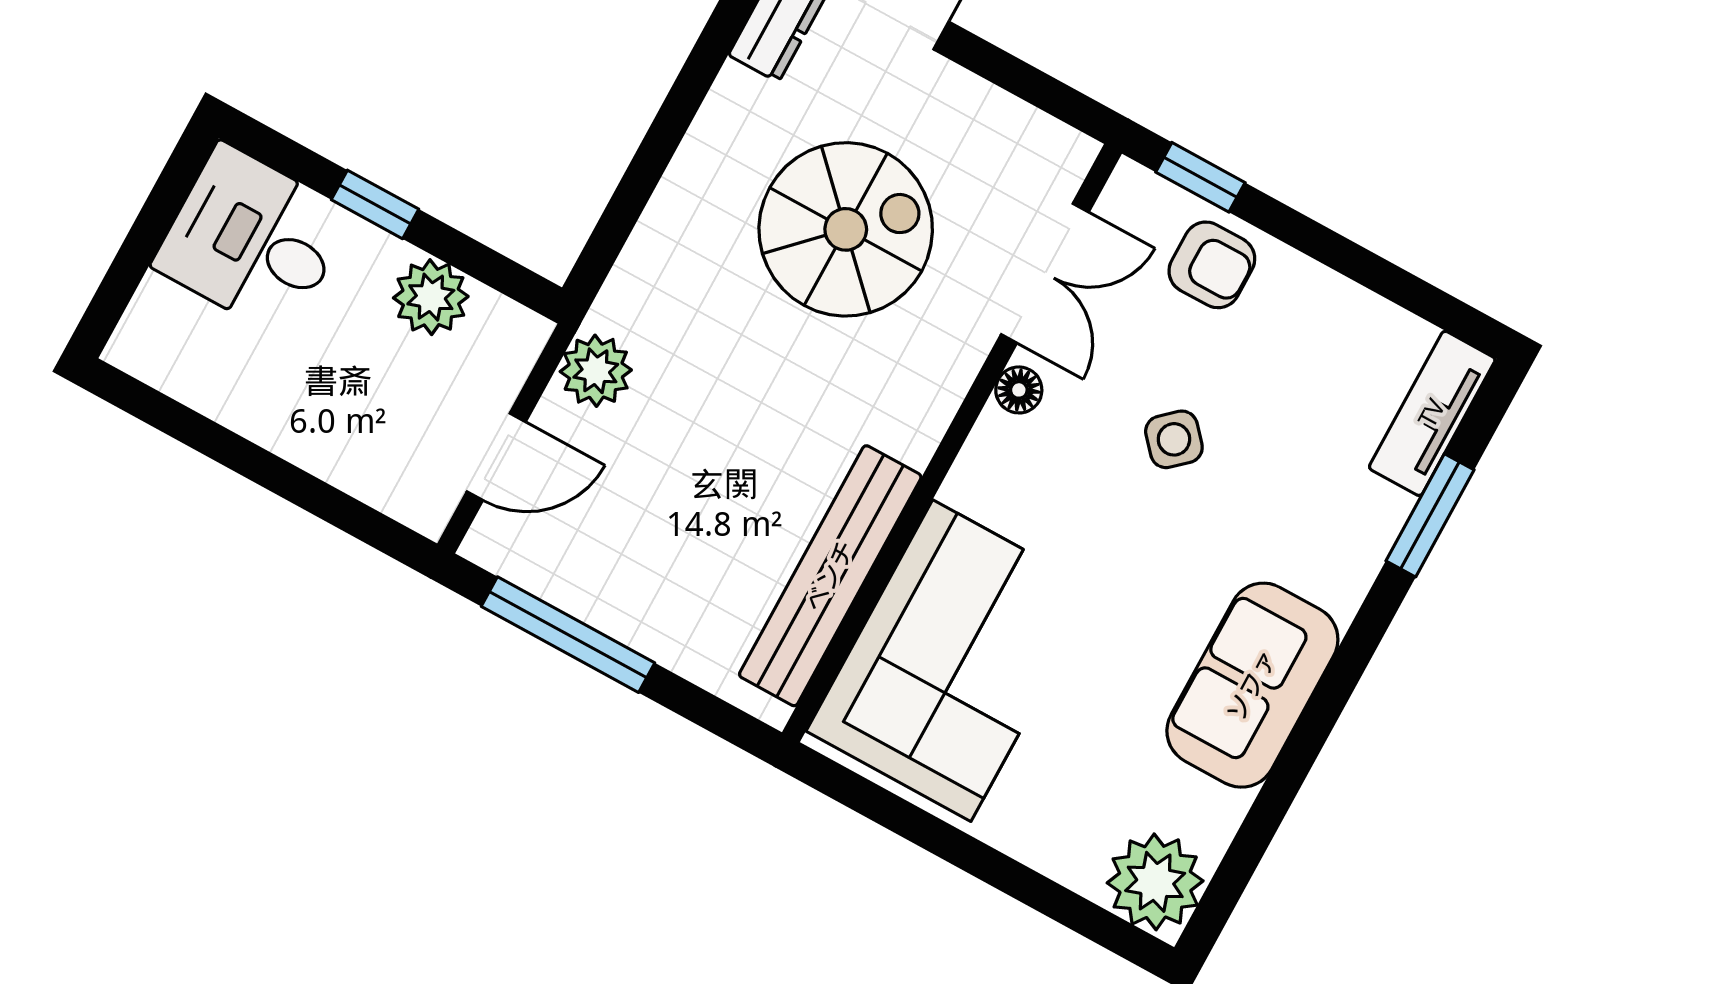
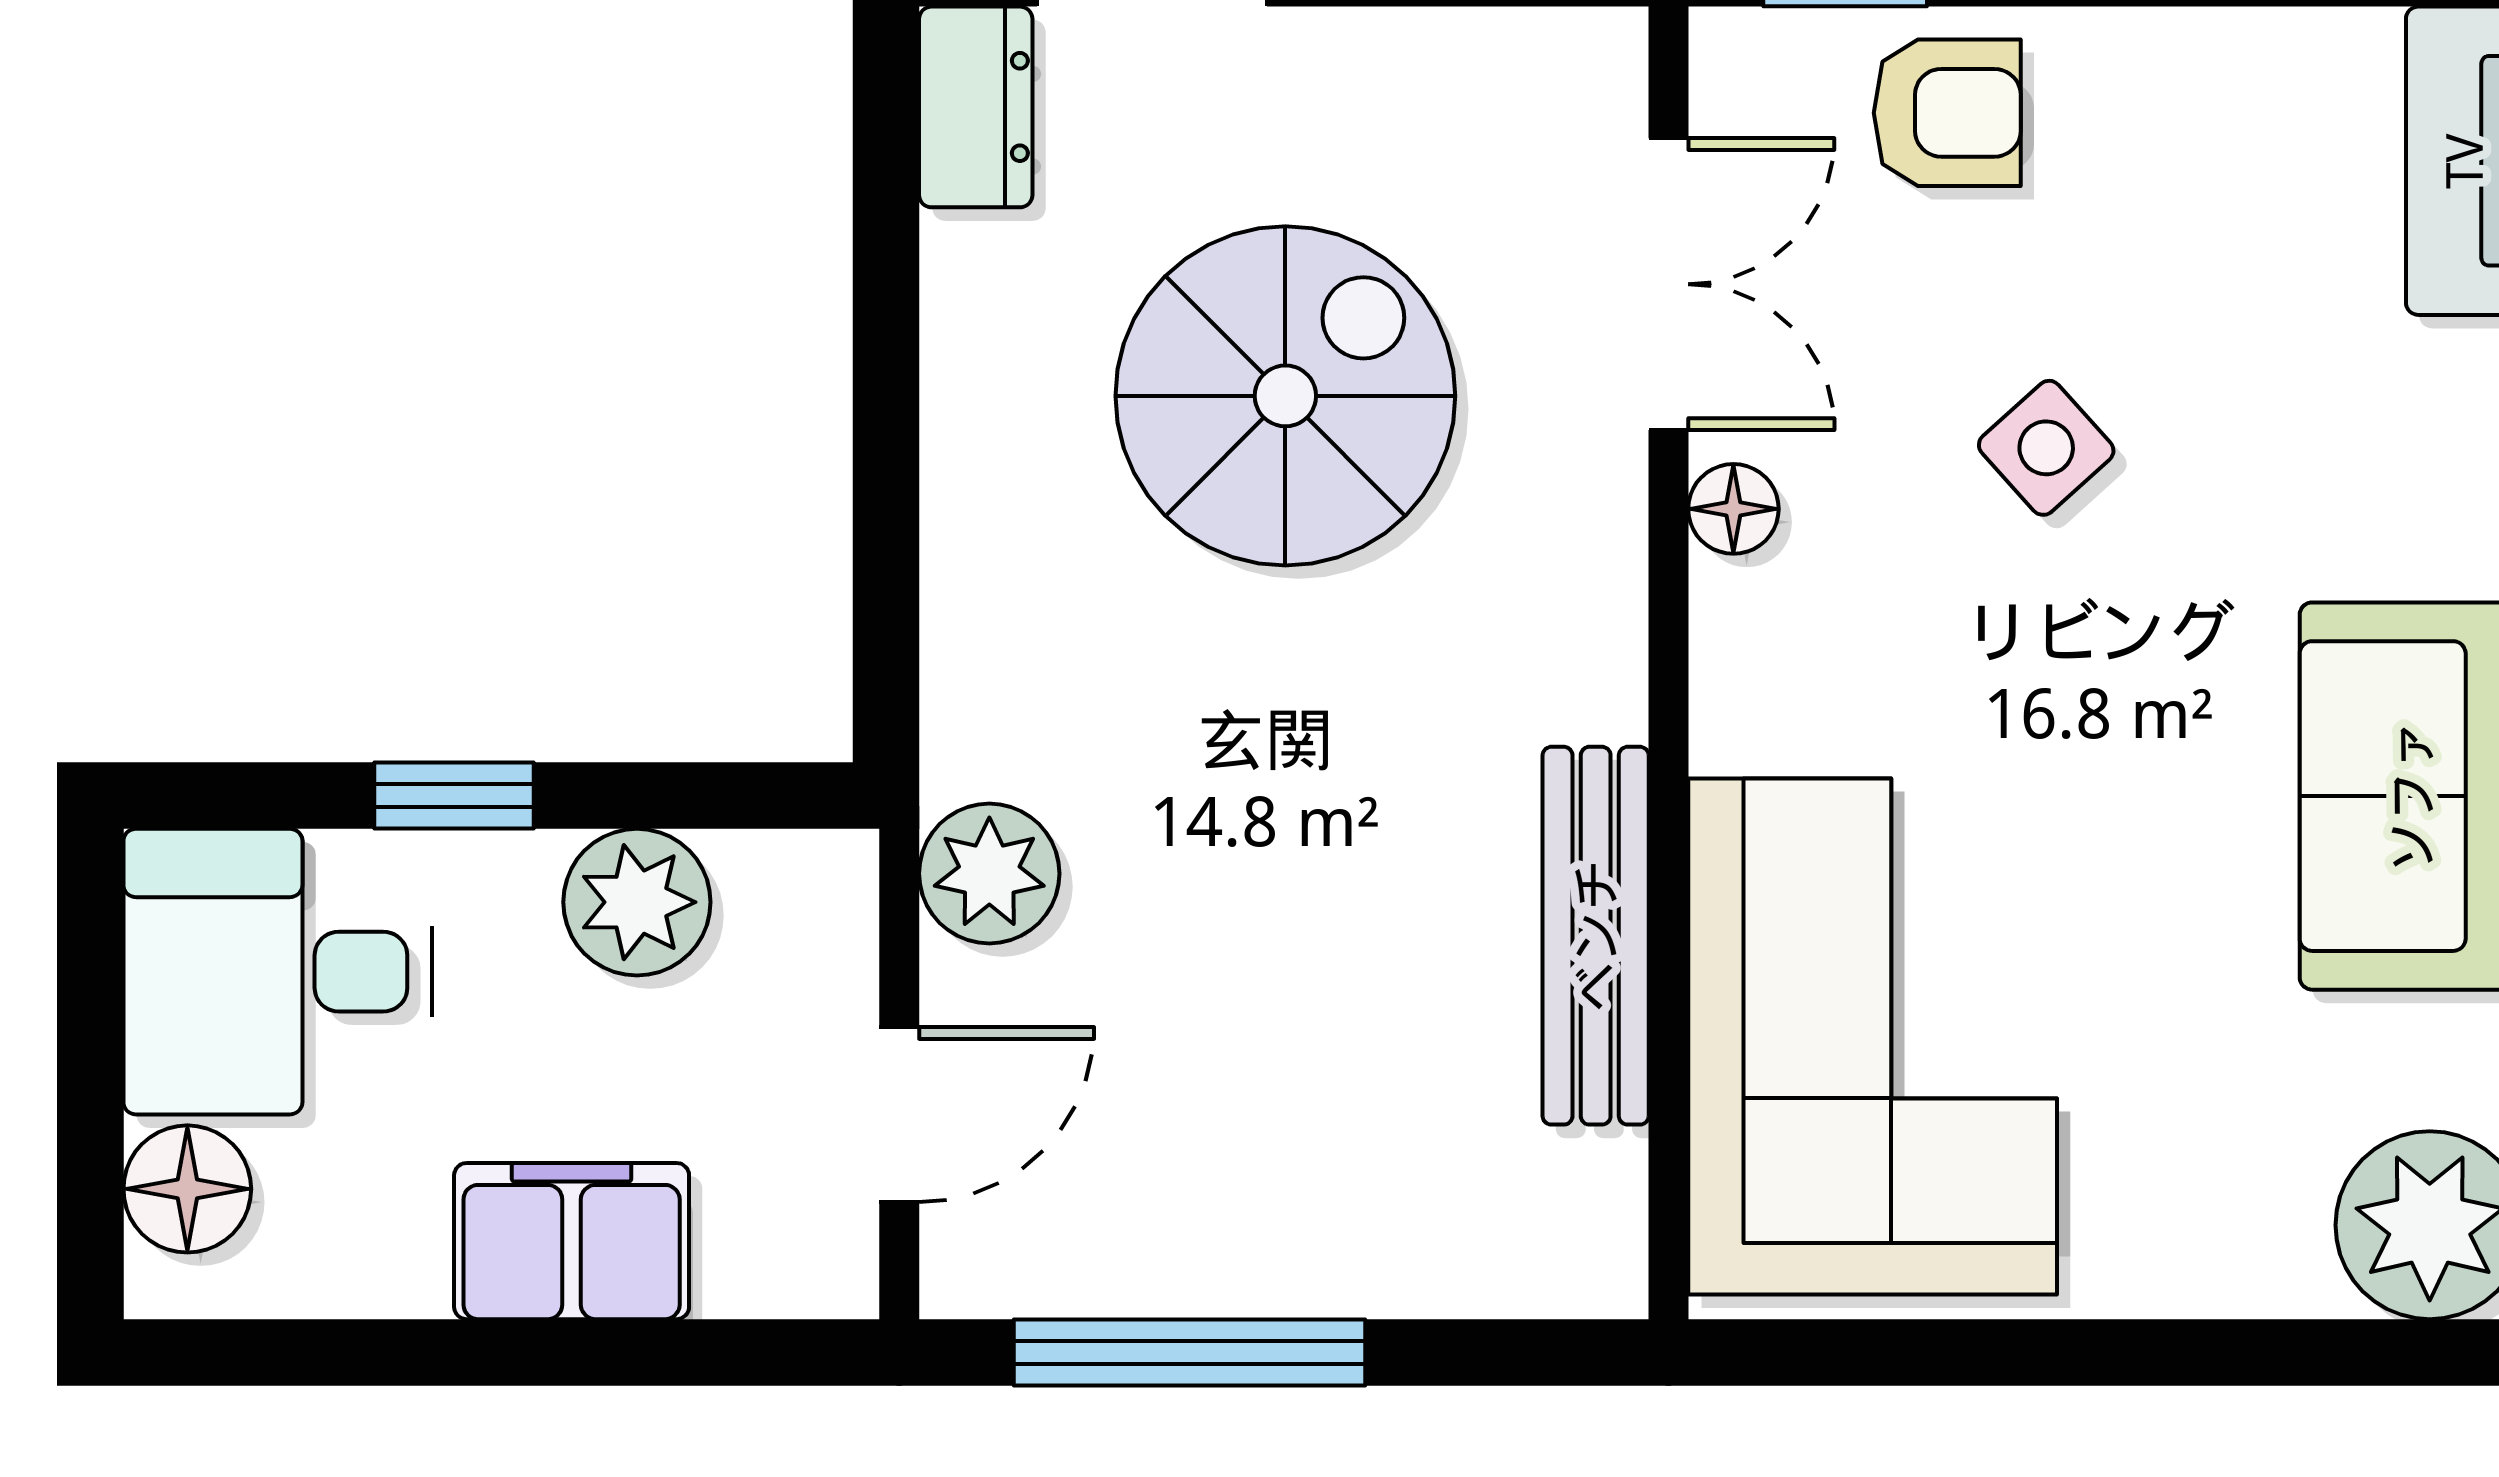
floor lamp: (159, 315) -> (187, 1189), added
filing cabinet: (318, 433) -> (572, 1241), added
bench: (830, 576) -> (1596, 936), width x0.73, depth x0.82

